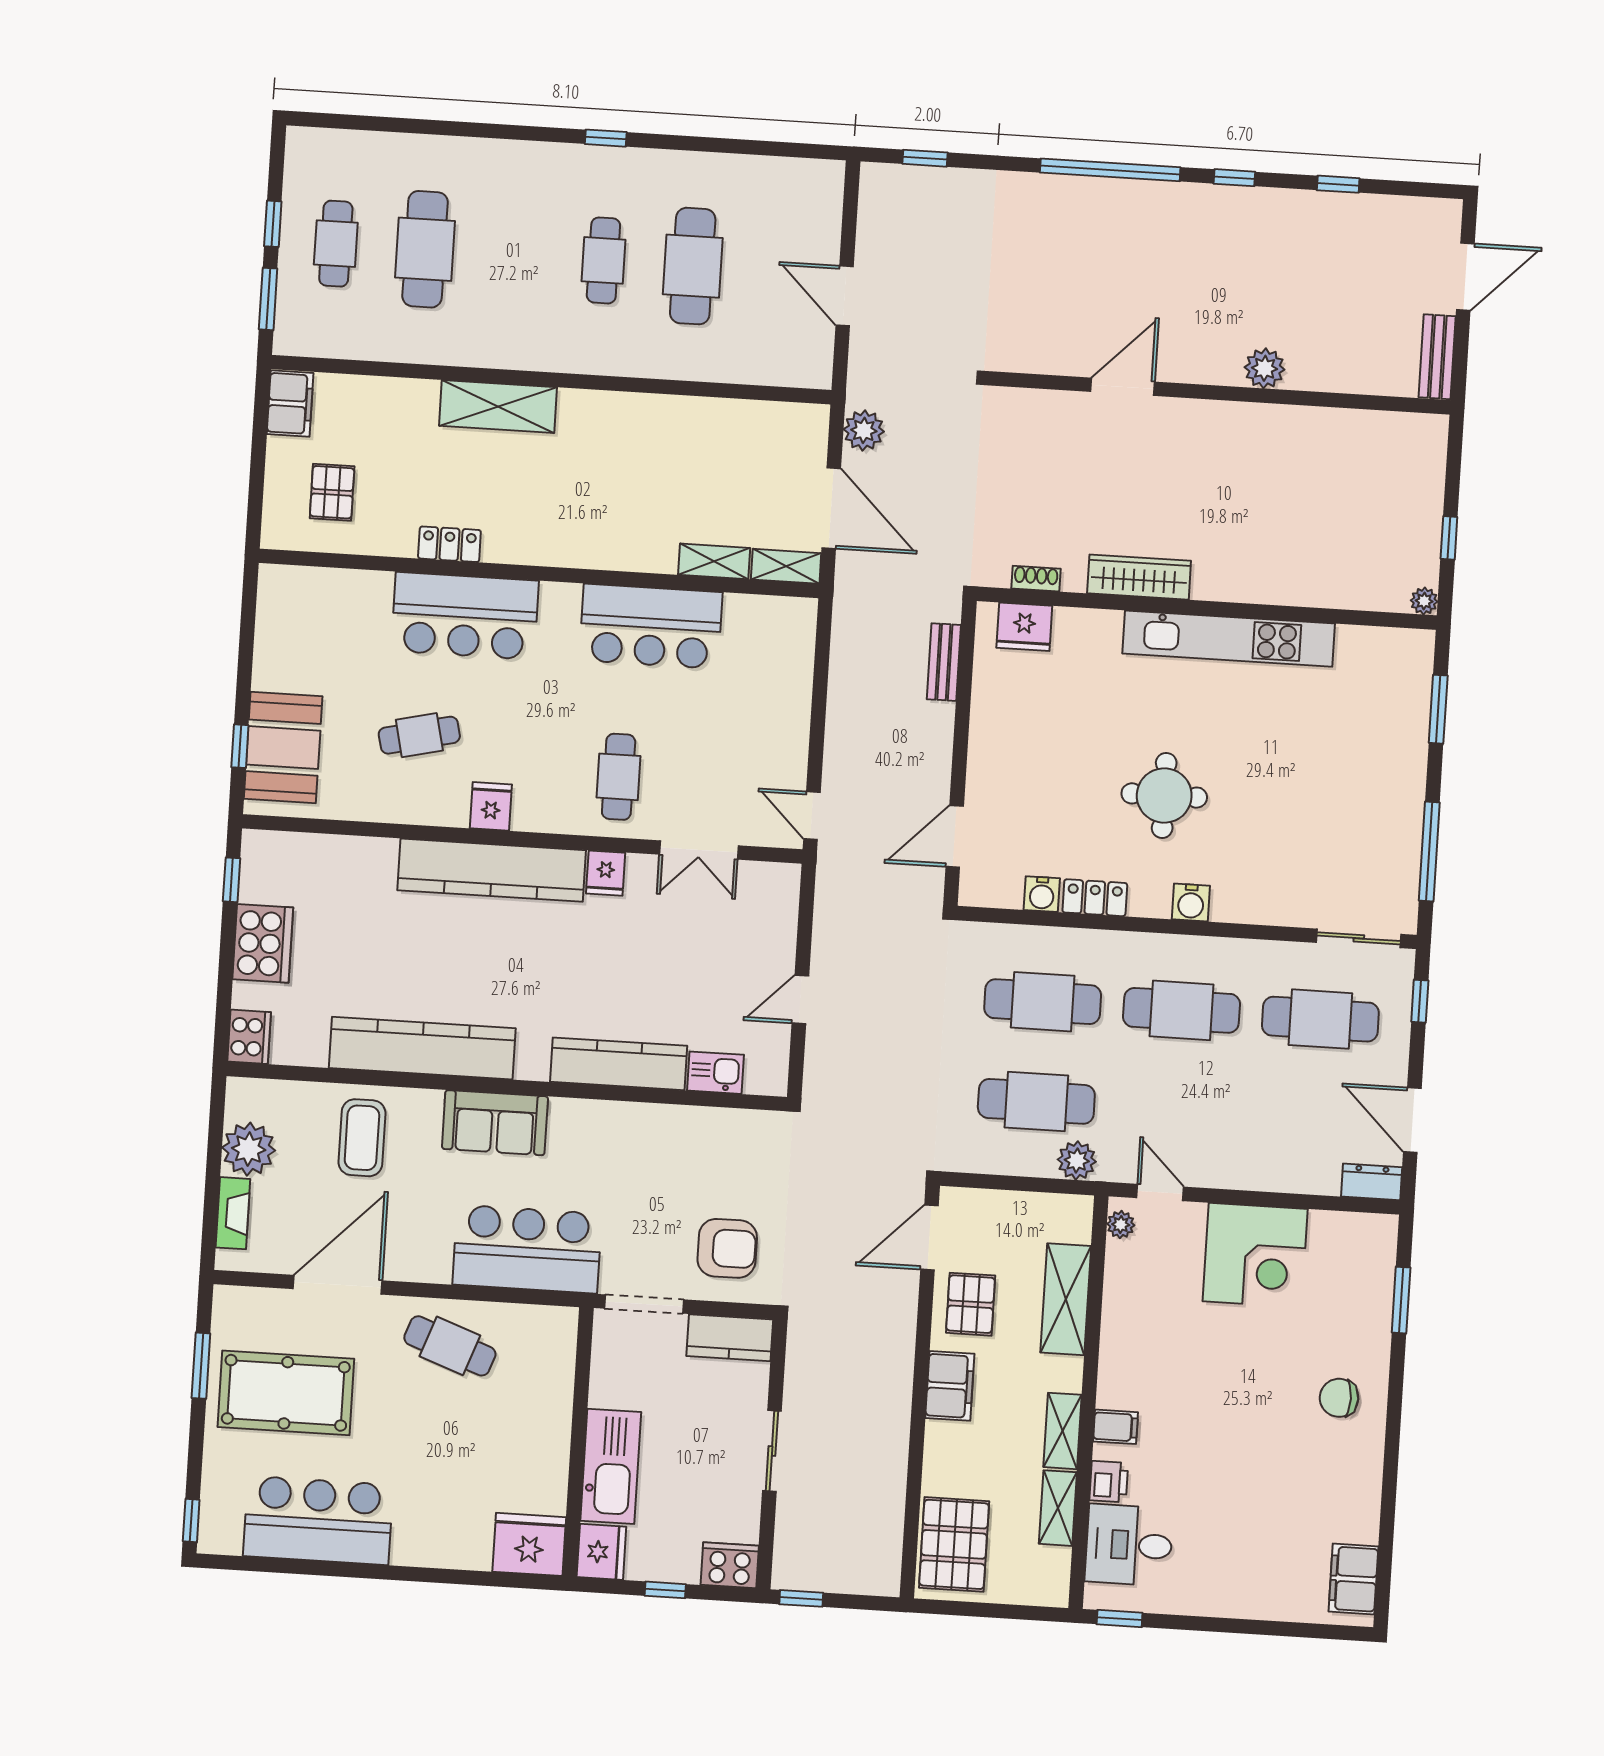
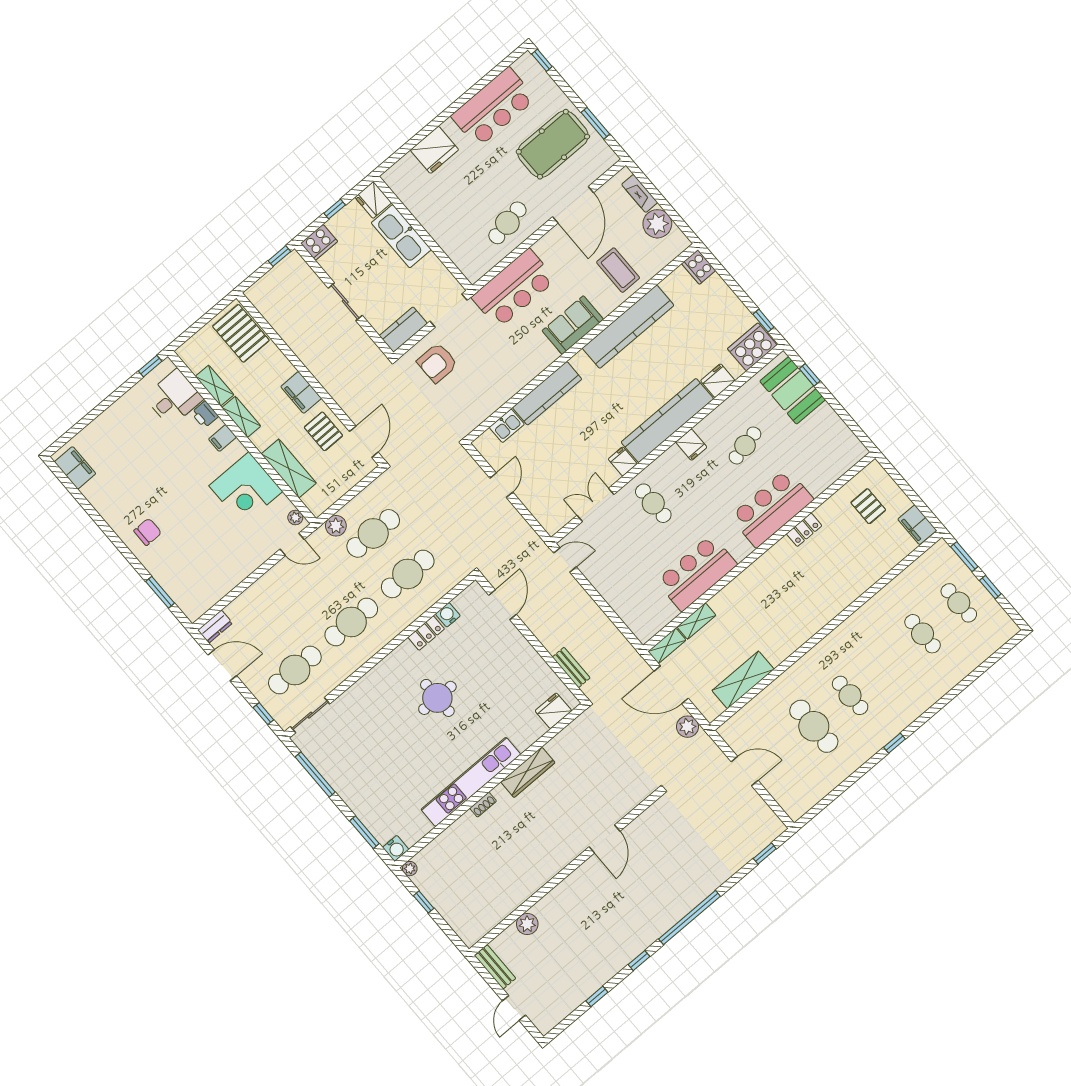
cafe table: (425, 249) -> (923, 634), width x0.73, depth x0.74
door: (1465, 277) -> (514, 1008), width x0.73
plant: (1265, 368) -> (527, 924), moved
shelving: (498, 407) -> (743, 680), moved
shoe rack: (1036, 579) -> (483, 805), moved
fridge: (371, 858) -> (718, 381), added
water cooler: (1191, 903) -> (396, 848), moved, turned 180
cooker: (263, 943) -> (752, 347), moved, turned 90
corner desk: (1255, 1255) -> (246, 489), moved, turned -90
cafe table: (450, 1346) -> (507, 223), turned -31
fridge: (529, 1544) -> (434, 150), moved

